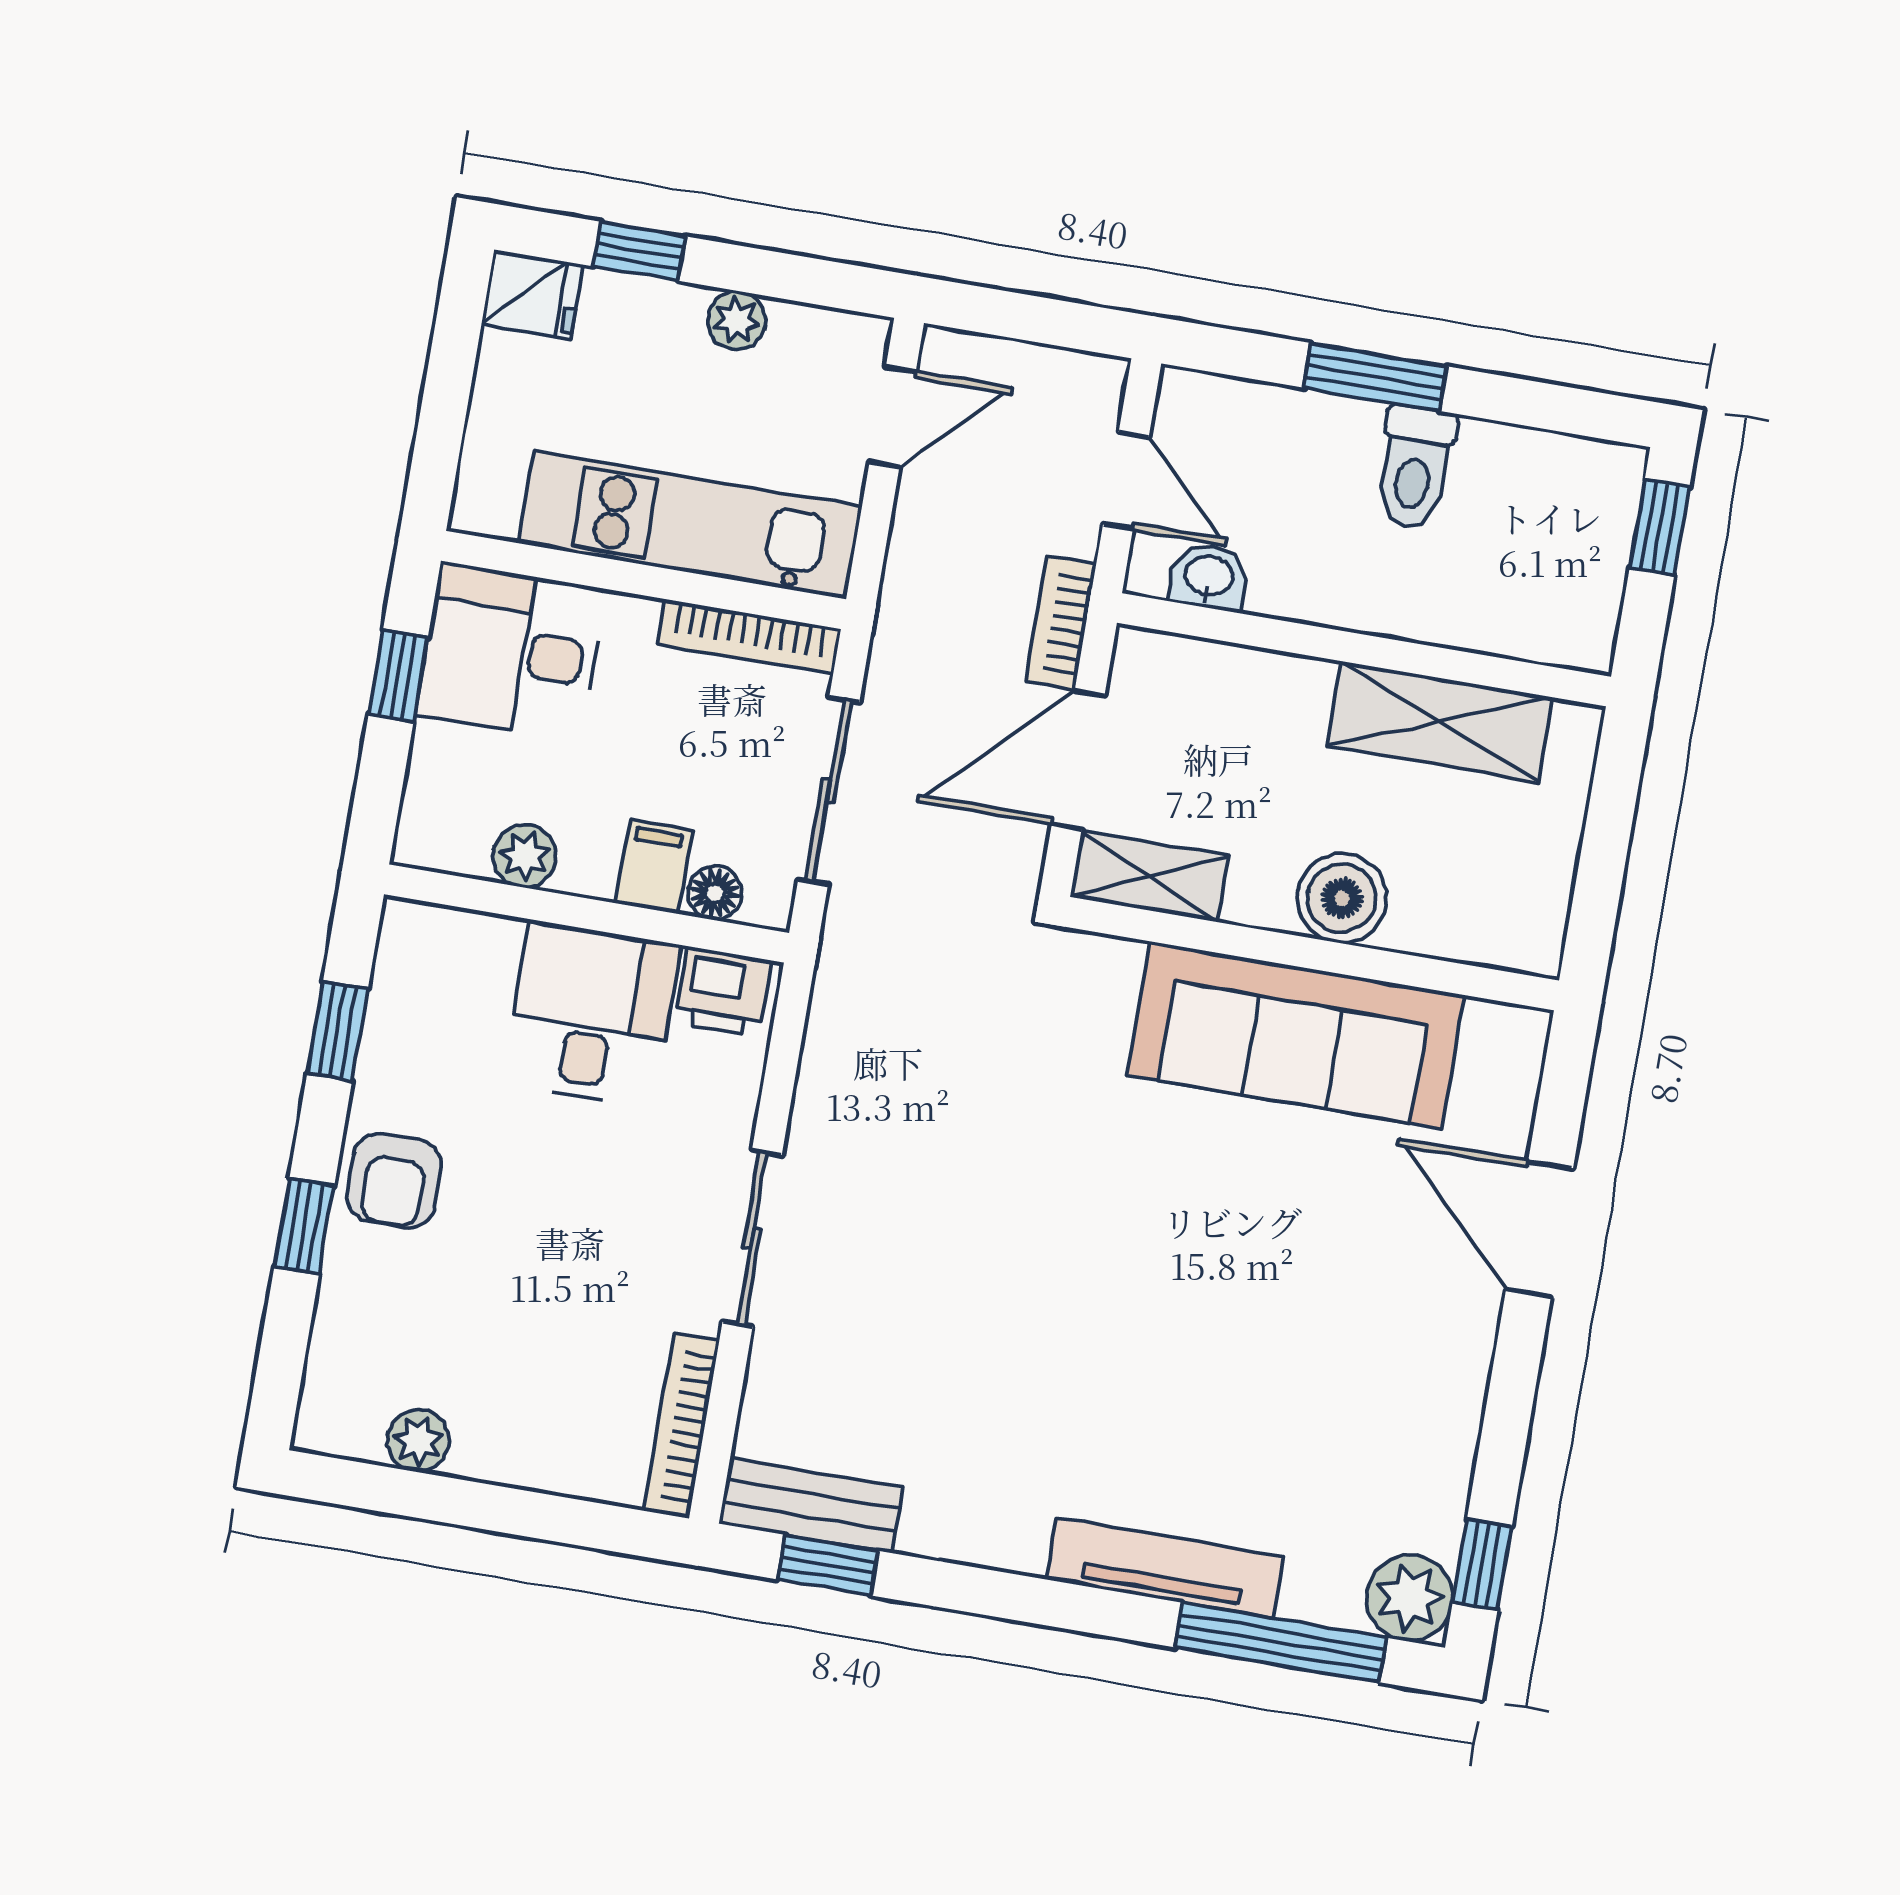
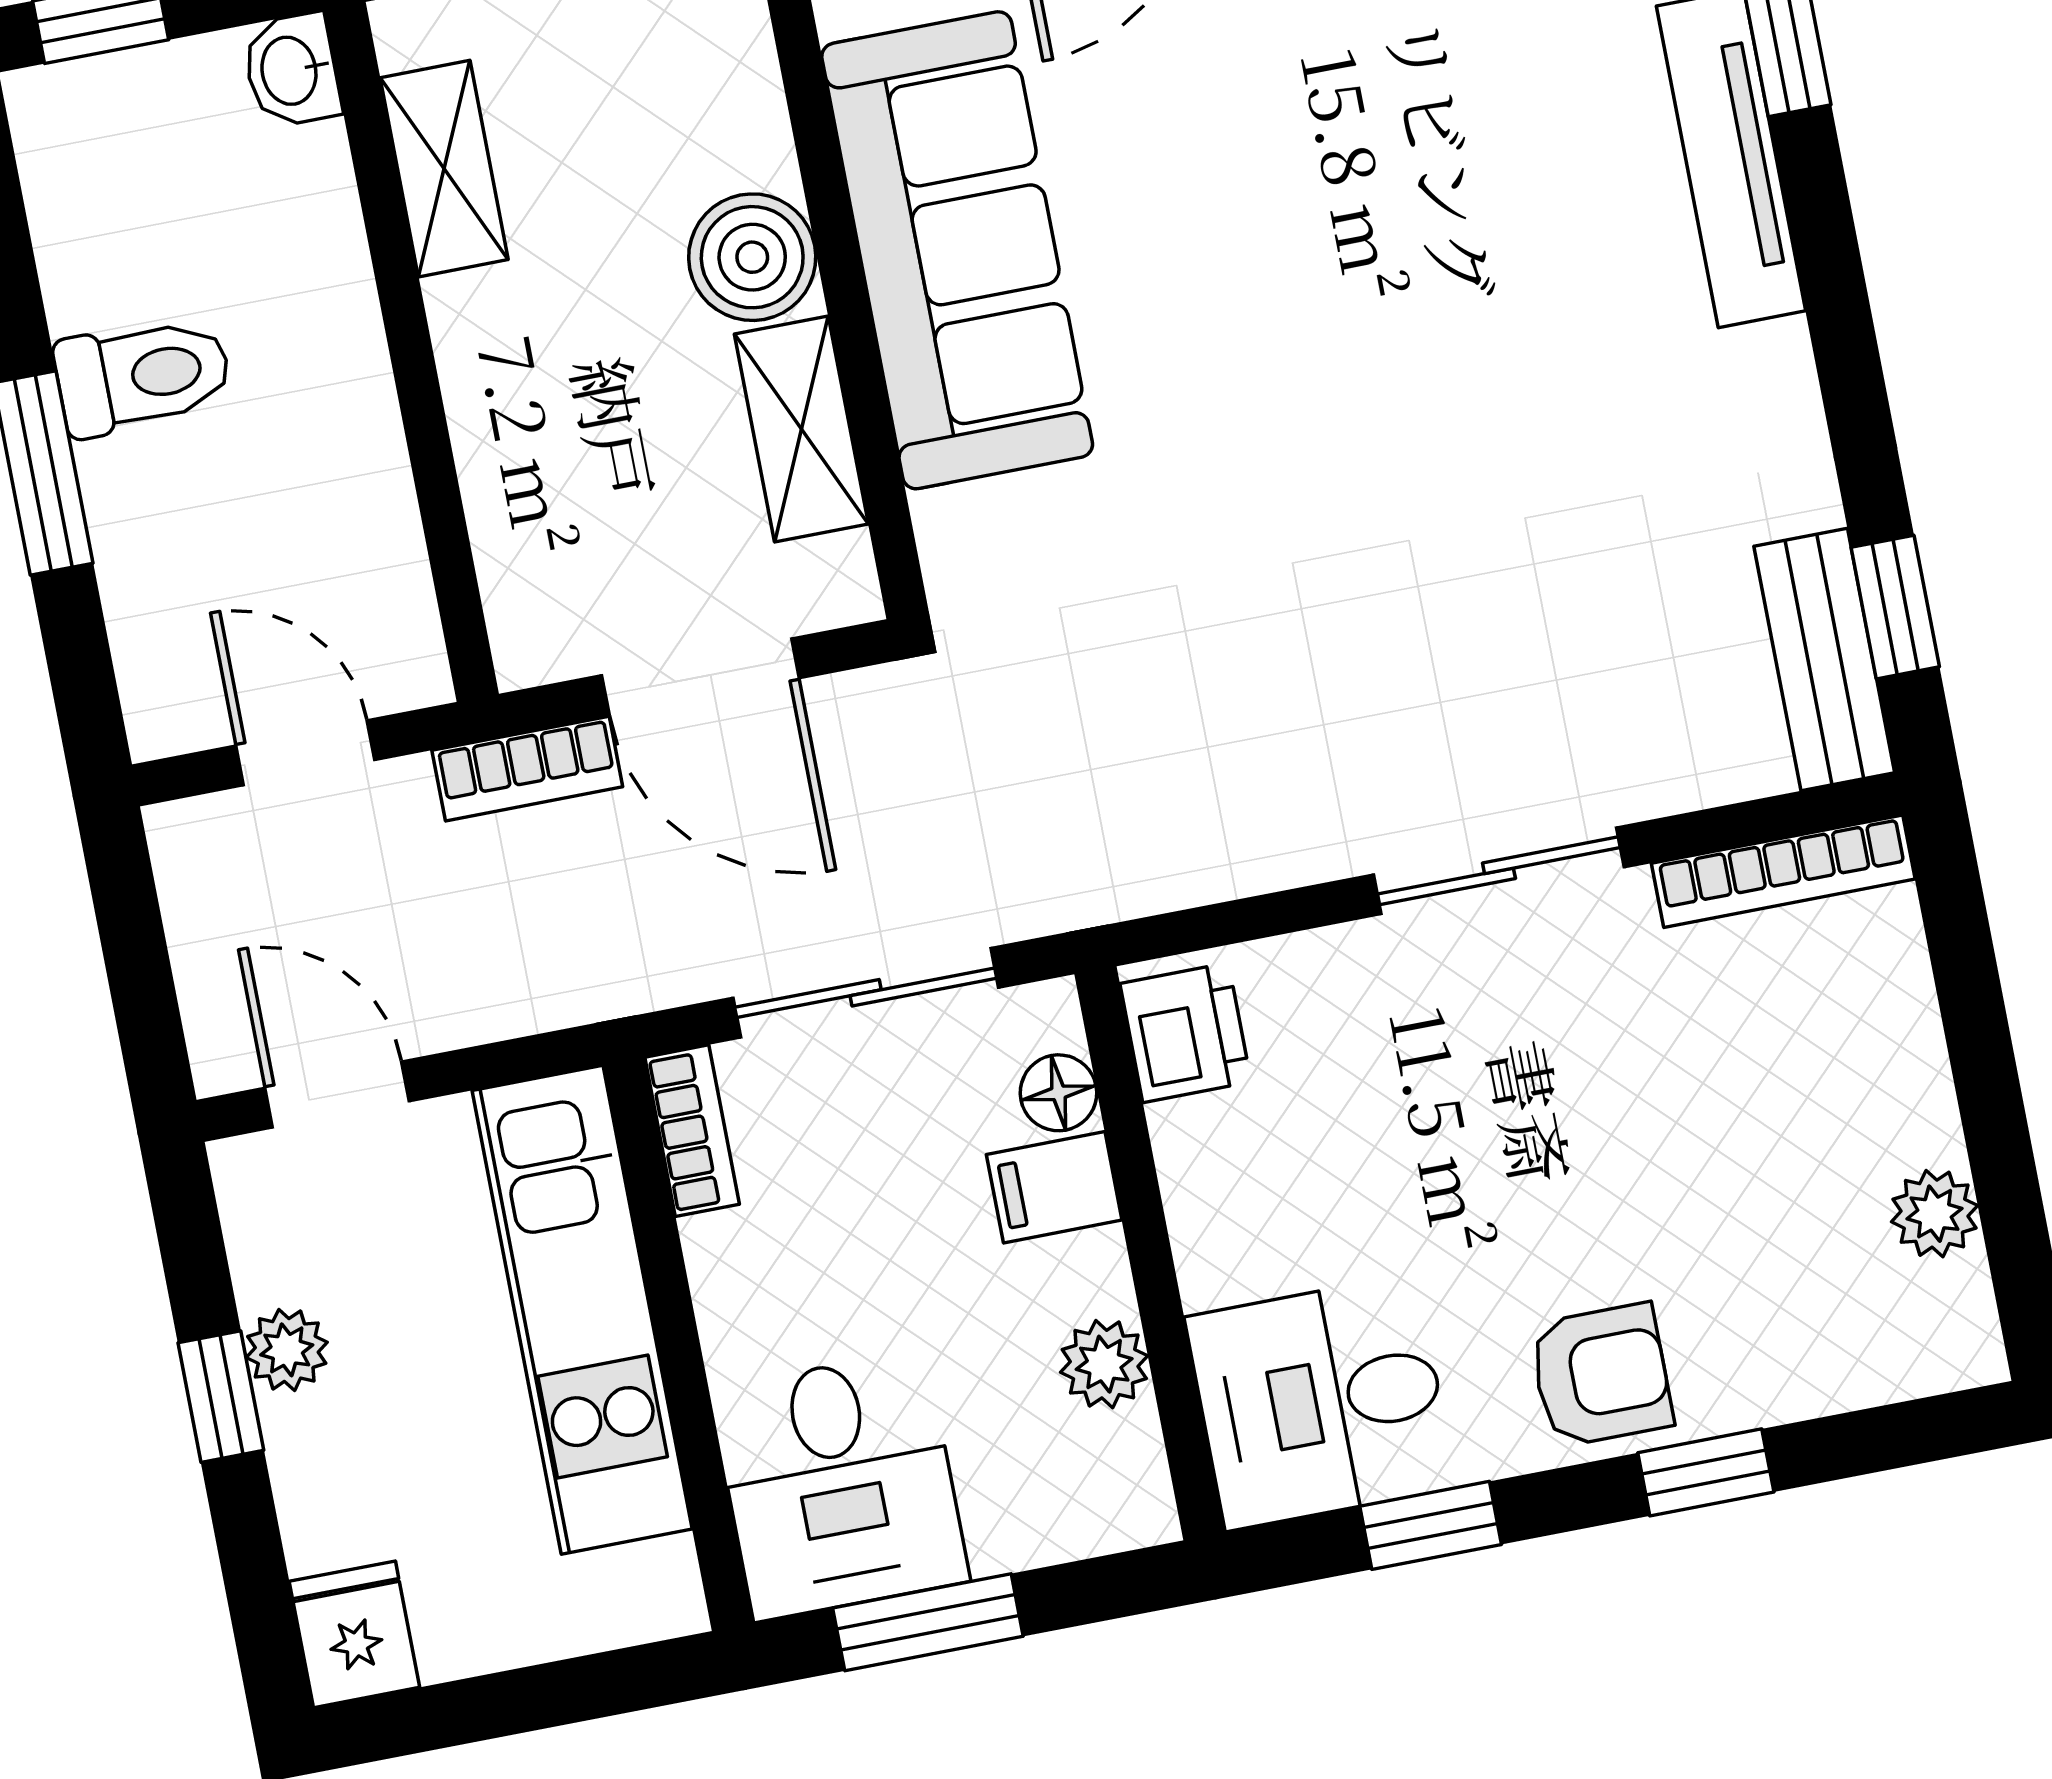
window: (639, 251) -> (221, 1397), moved
door: (1126, 481) -> (305, 753), hinge flipped
washbasin: (1209, 577) -> (291, 70), moved
bookcase: (749, 637) -> (692, 1131), width x0.64
window: (398, 676) -> (928, 1622), width x1.50
shelving: (1440, 721) -> (444, 169), width x0.67, depth x0.75
shelving: (1149, 876) -> (801, 429), moved
desk: (591, 1014) -> (1321, 1402), moved

